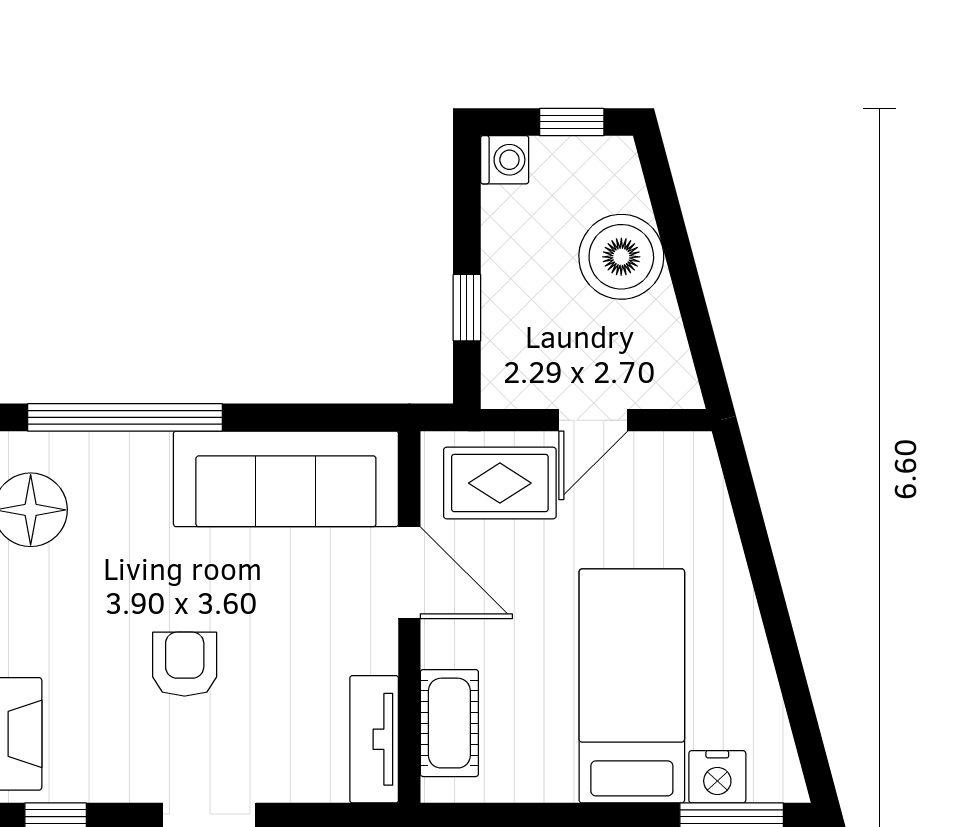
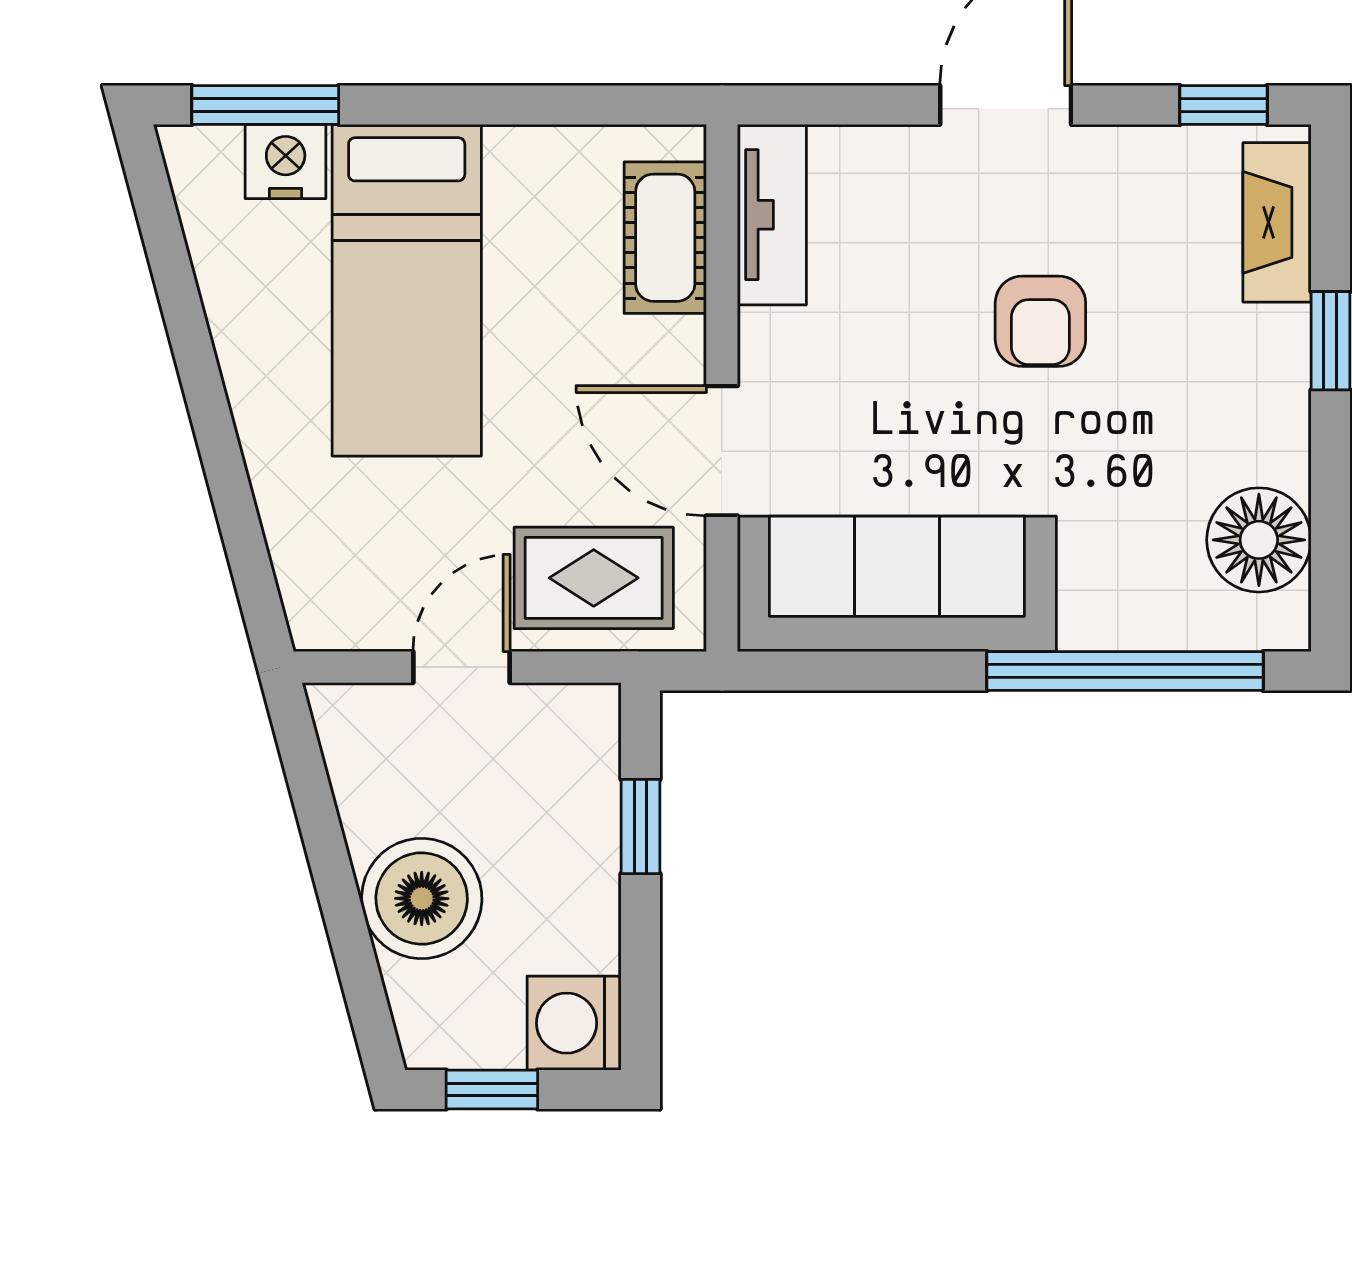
washing machine: (505, 160) -> (574, 1023), width x1.38, depth x1.38

